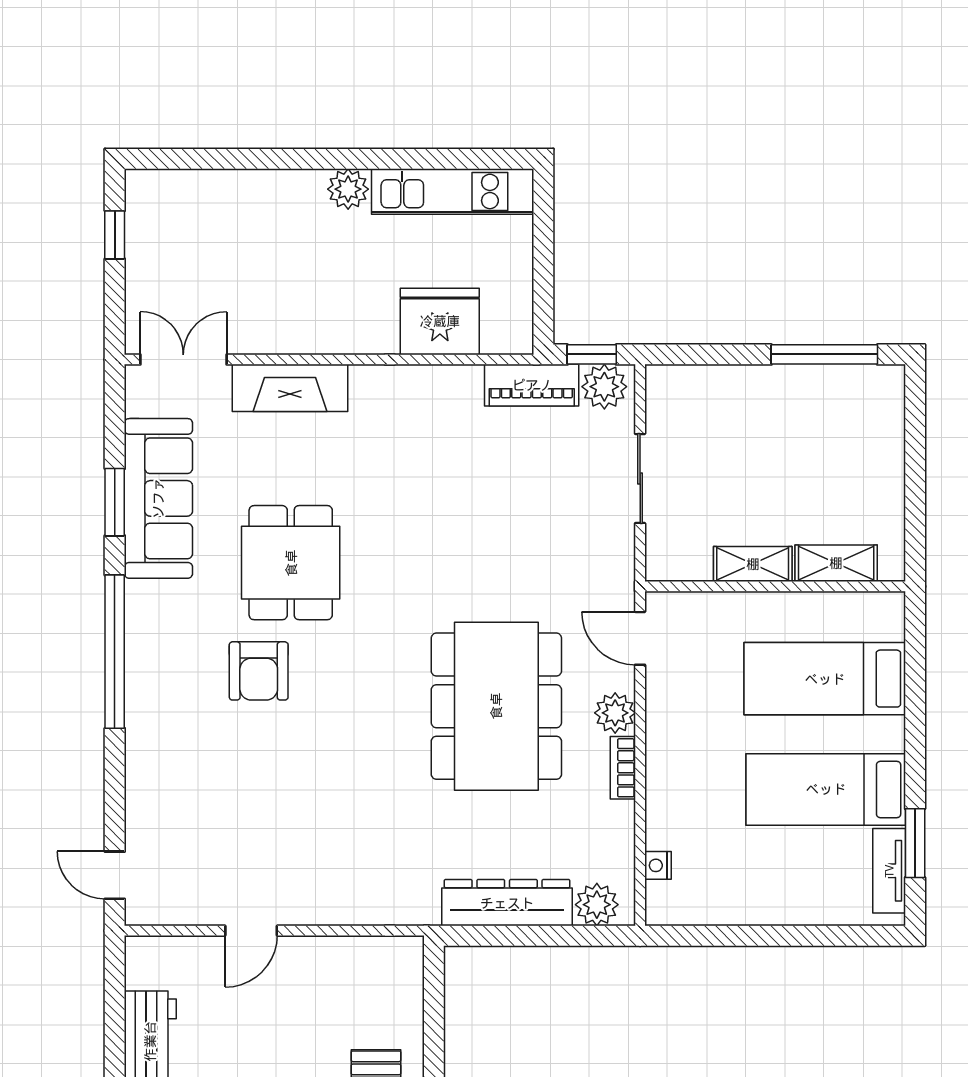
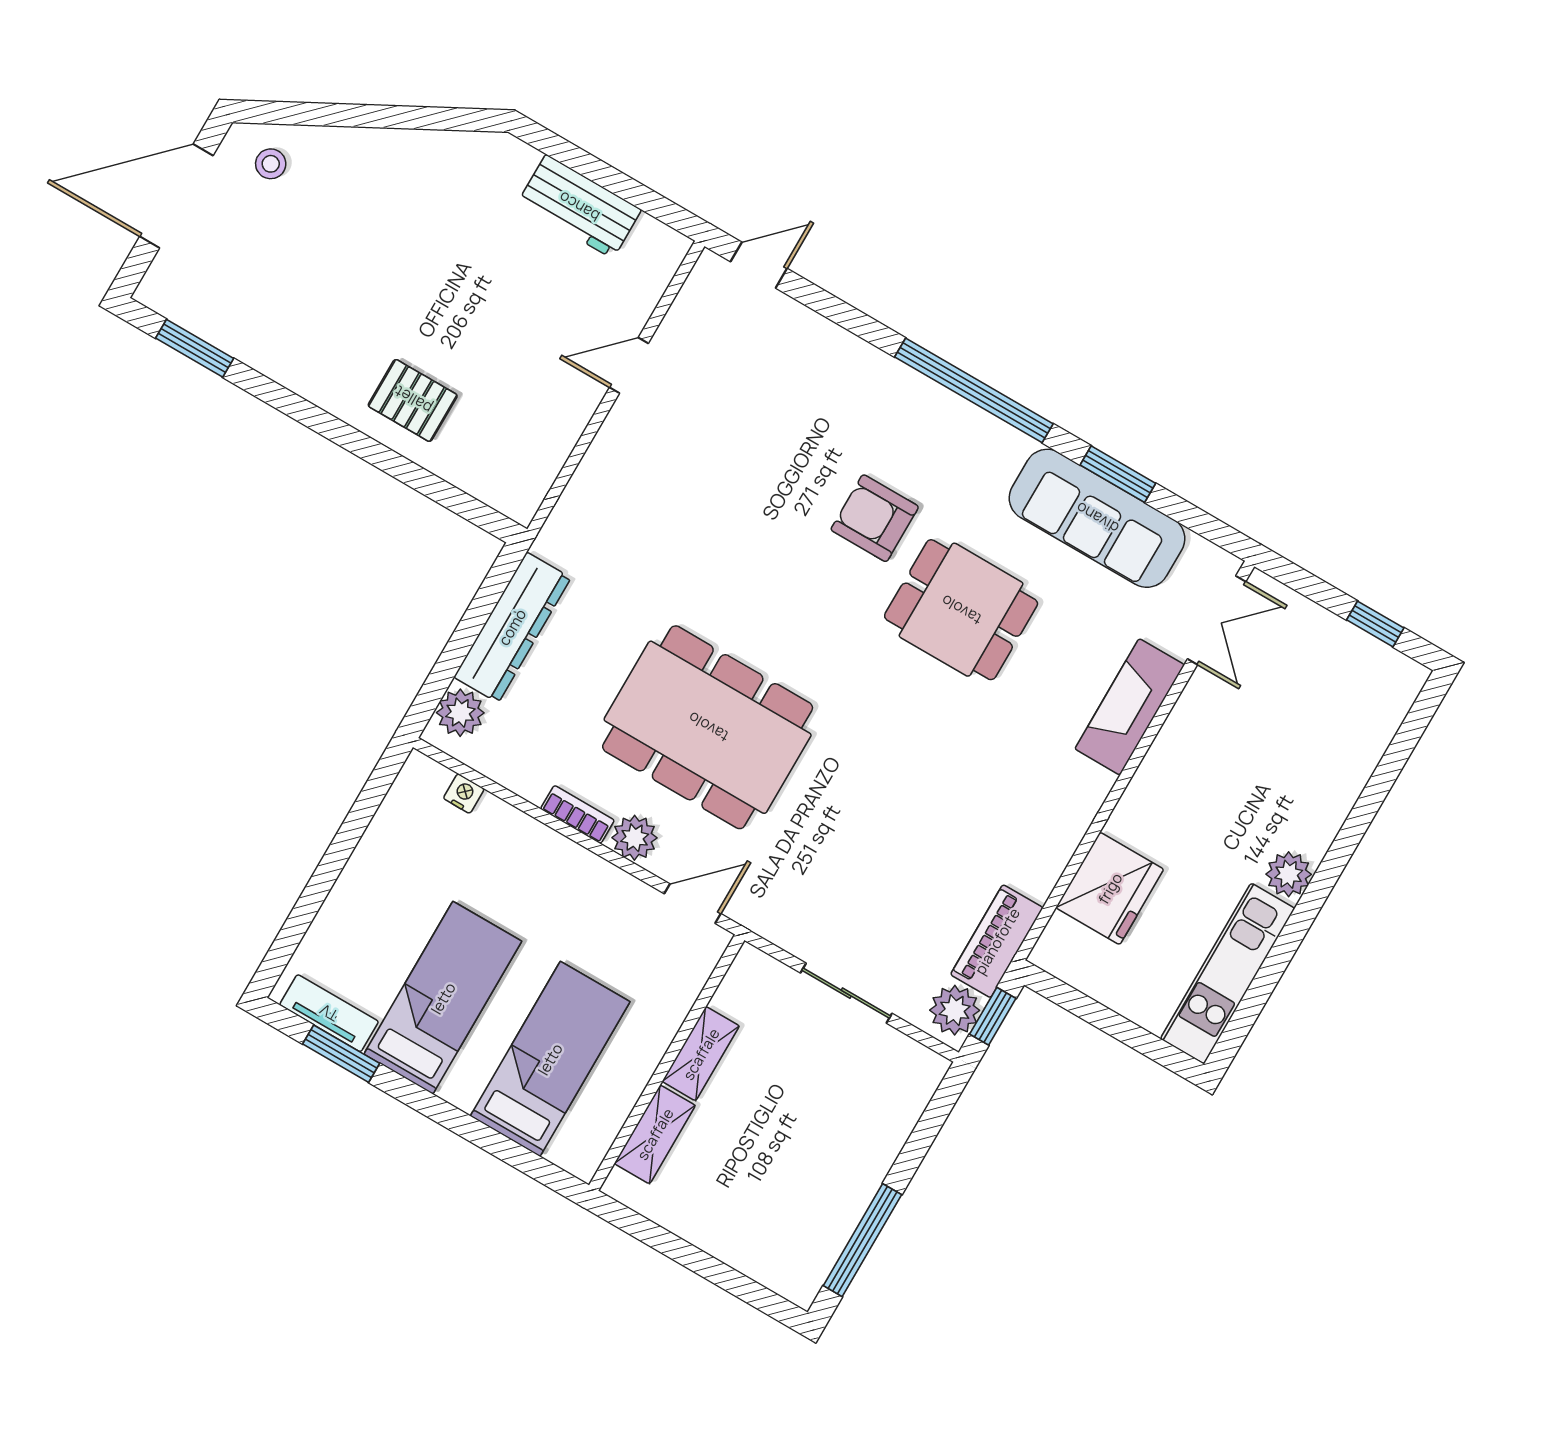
door: (251, 931) -> (629, 365), hinge flipped

